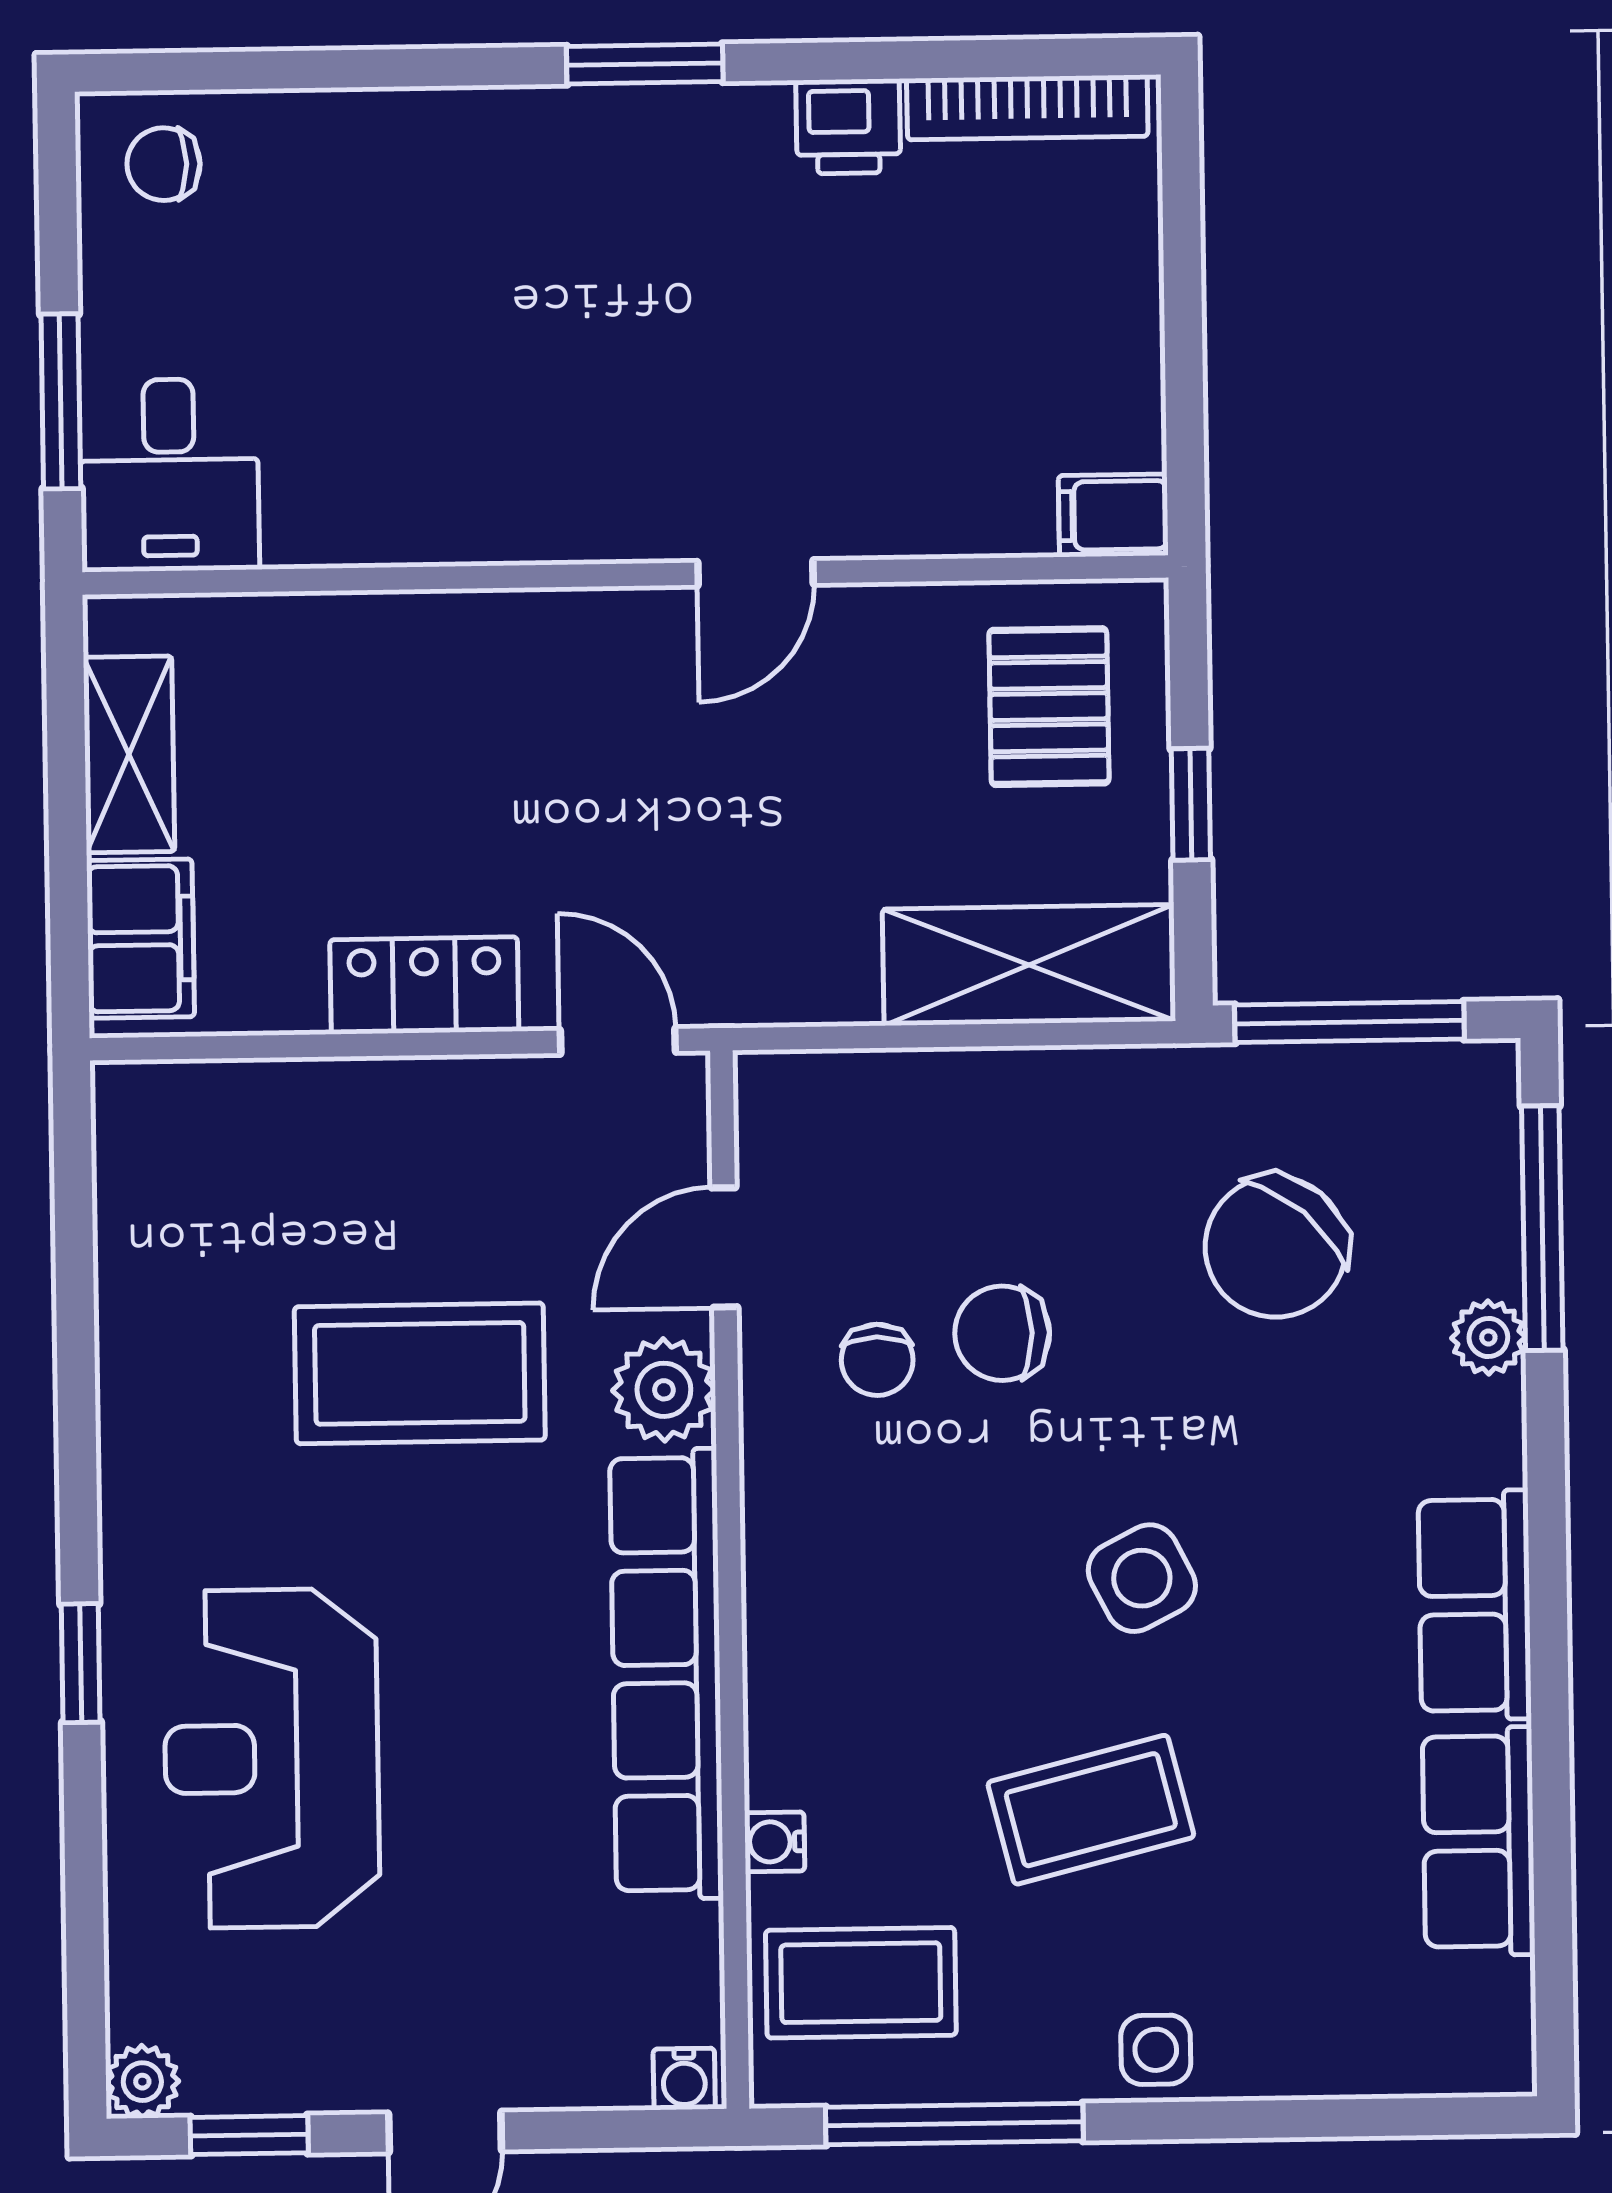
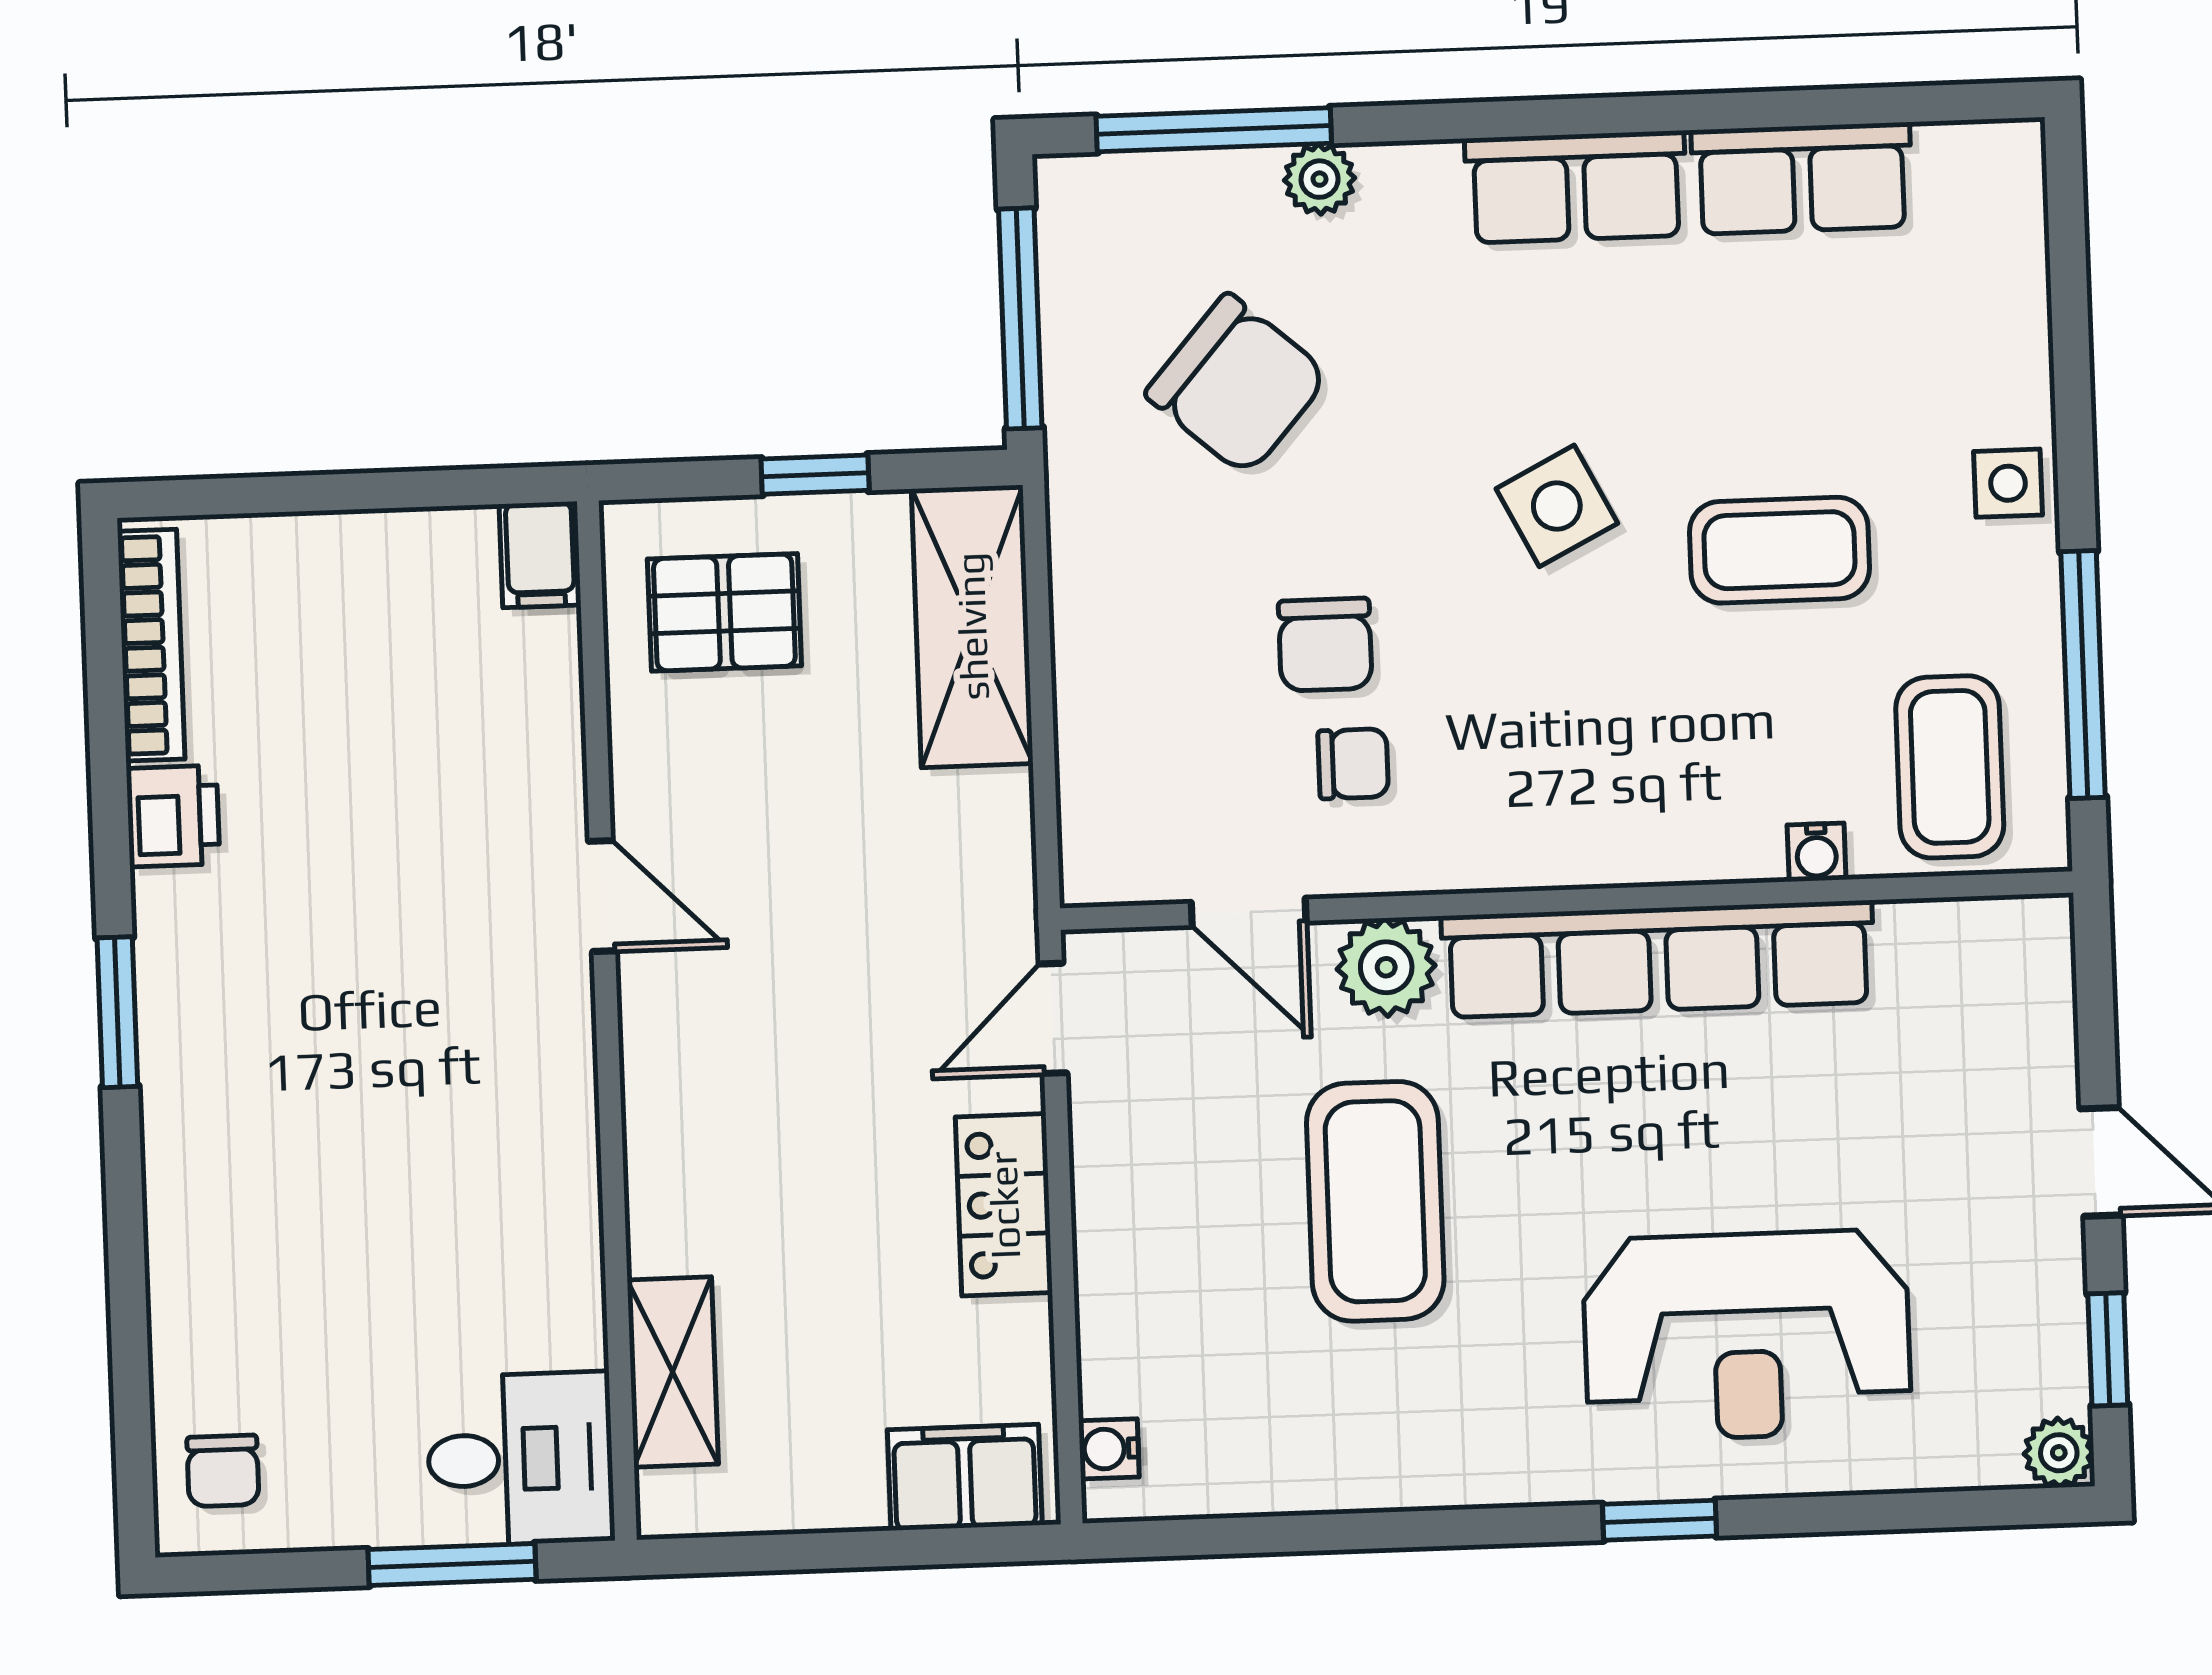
shelving: (129, 754) -> (673, 1372), moved, turned 90
coffee table: (1091, 1810) -> (1779, 550), turned -76
water cooler: (684, 2079) -> (1109, 1449), moved, turned 180

